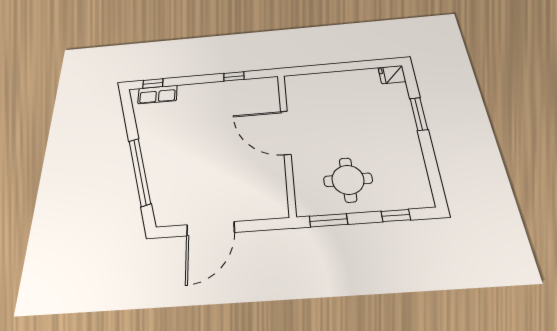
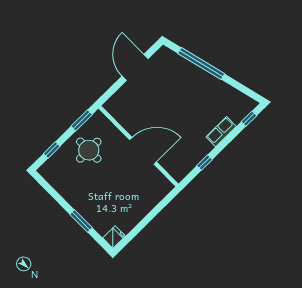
row of seats: (158, 94) -> (221, 132), moved

